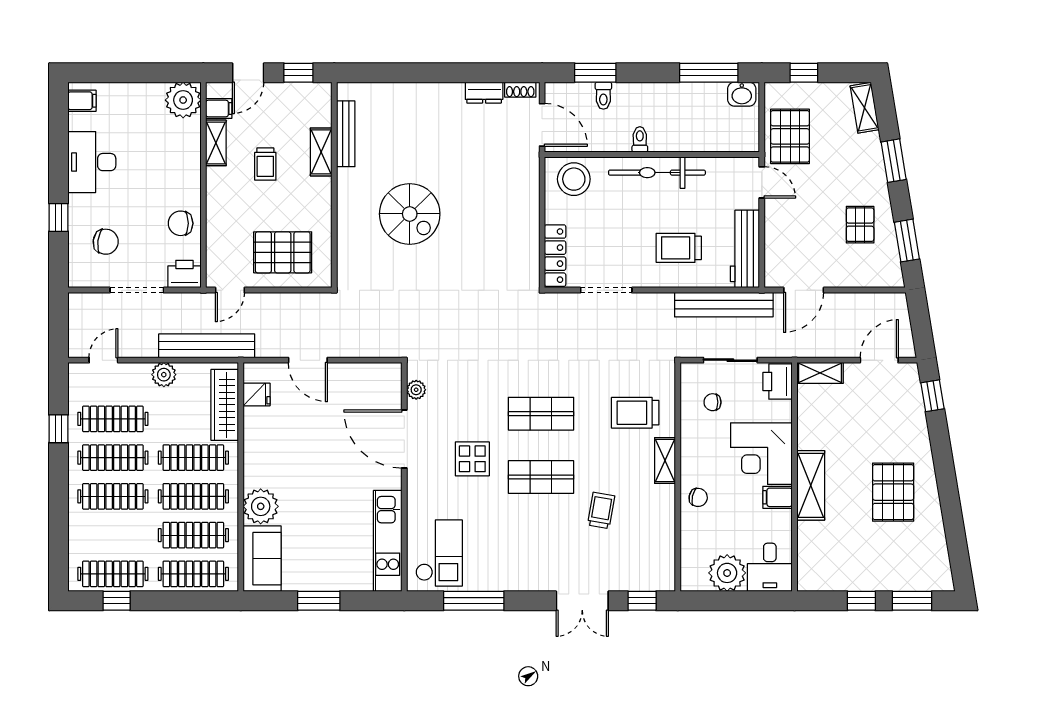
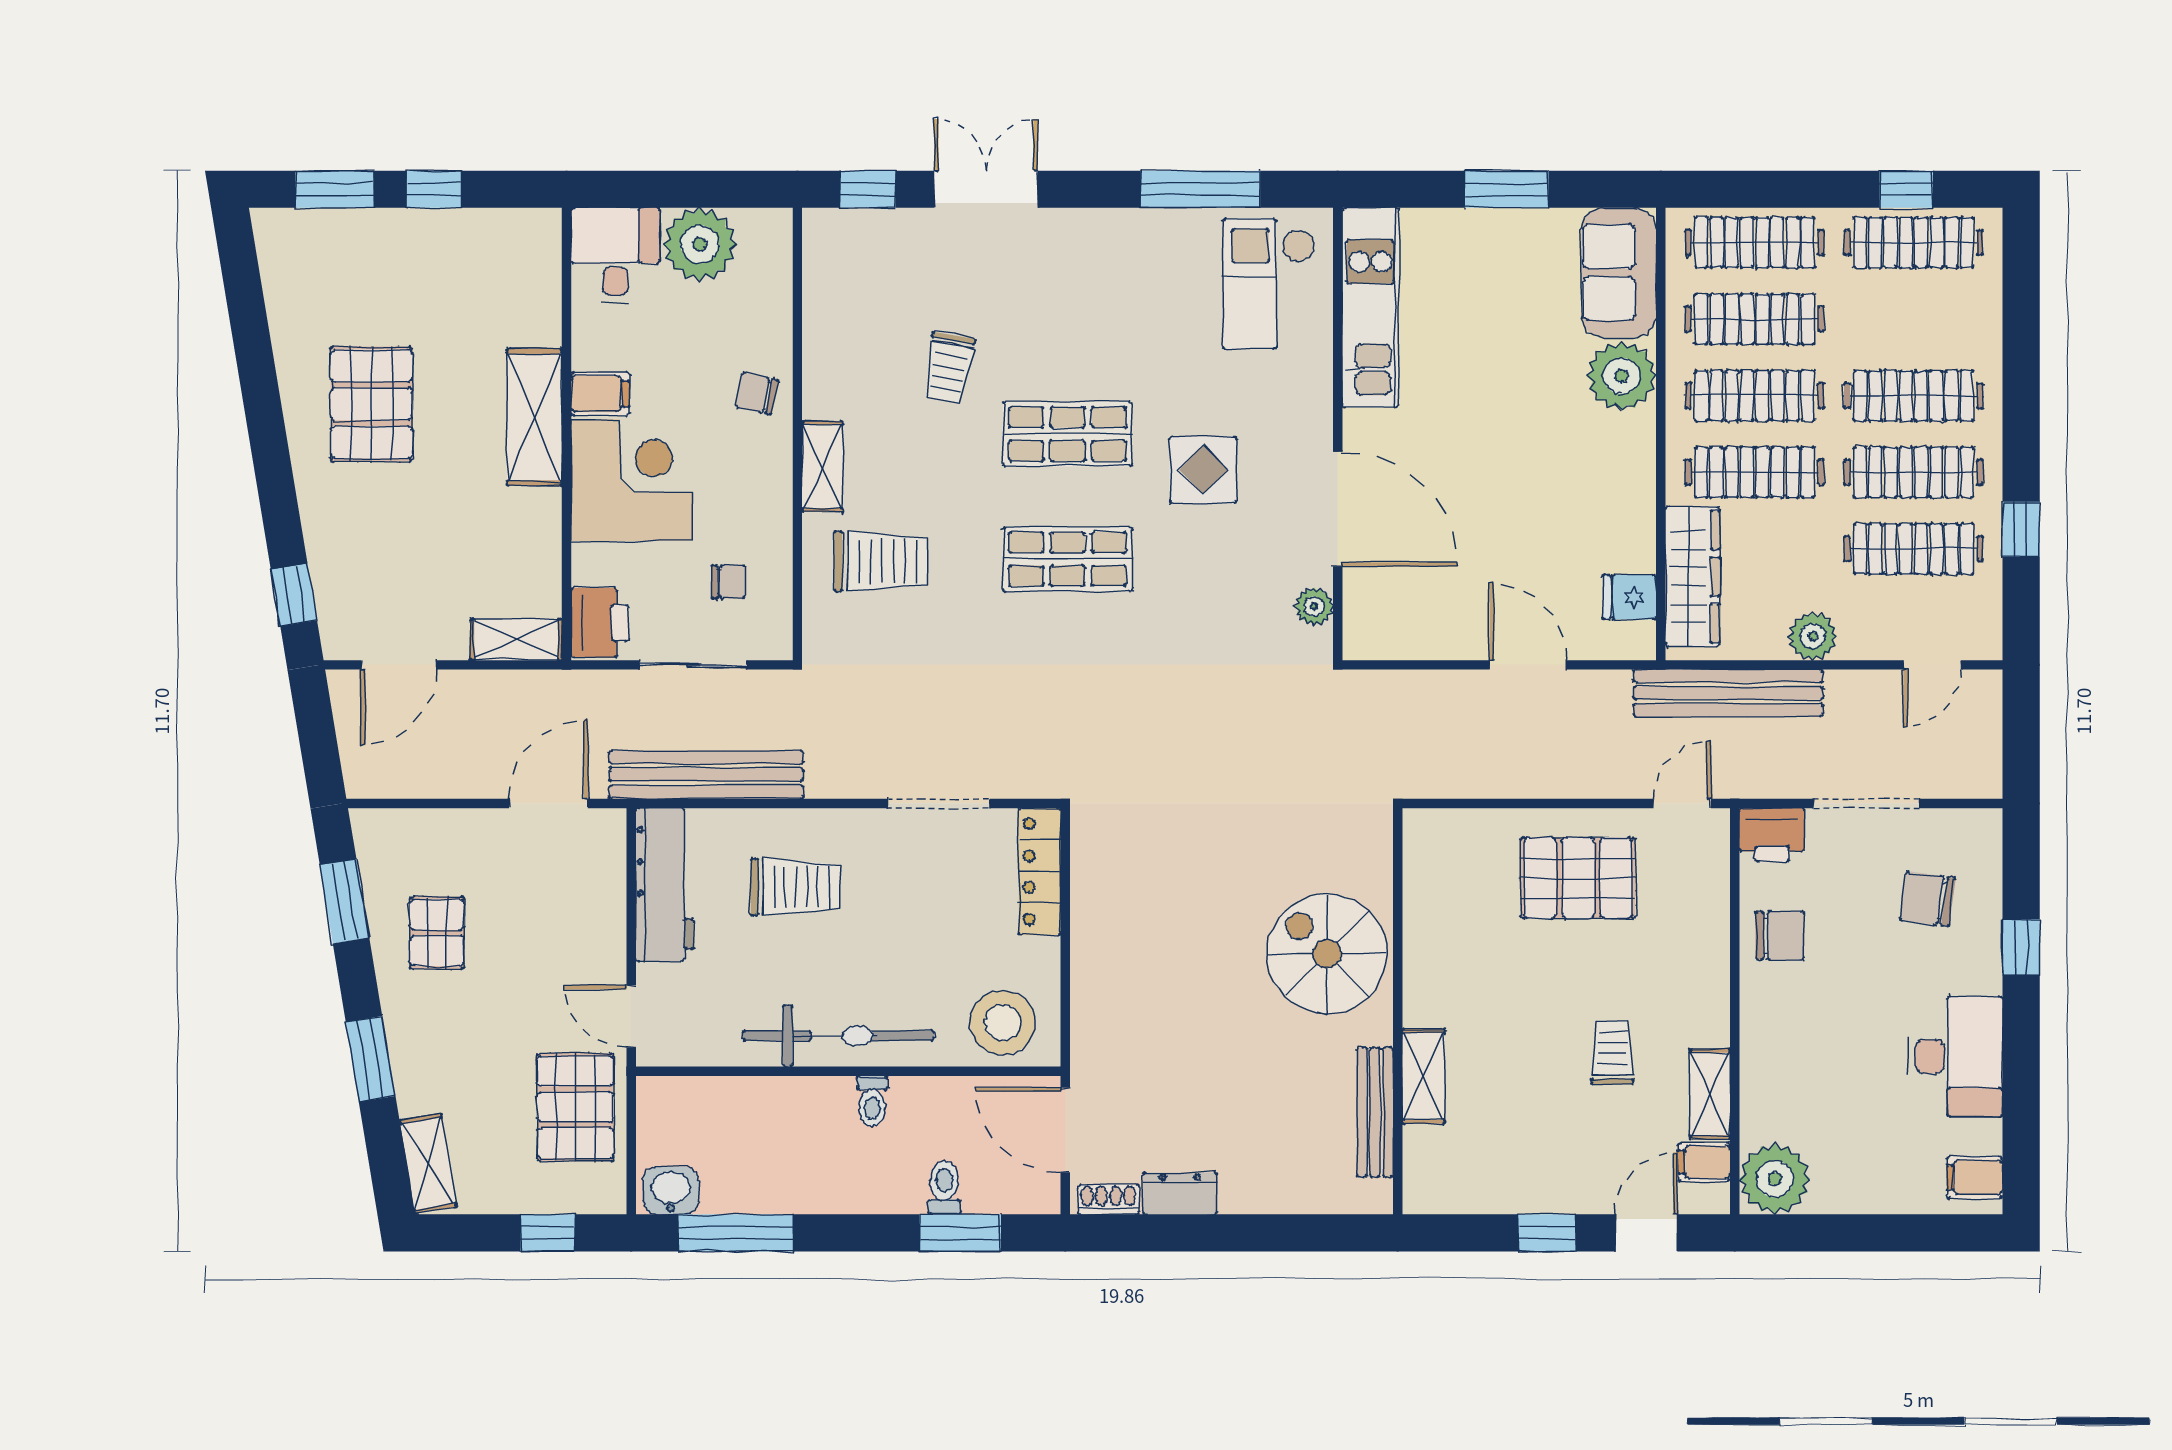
bench: (346, 134) -> (1375, 1112), moved
shelving: (321, 152) -> (1424, 1076), moved
wall: (334, 185) -> (1398, 1011), moved

